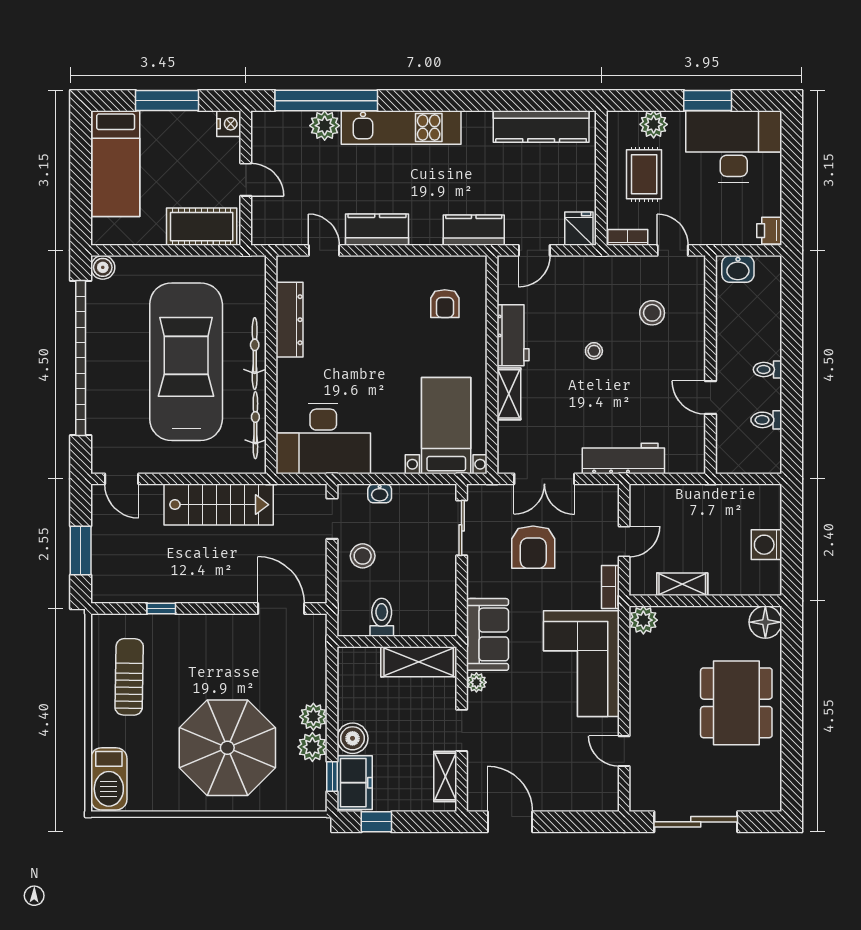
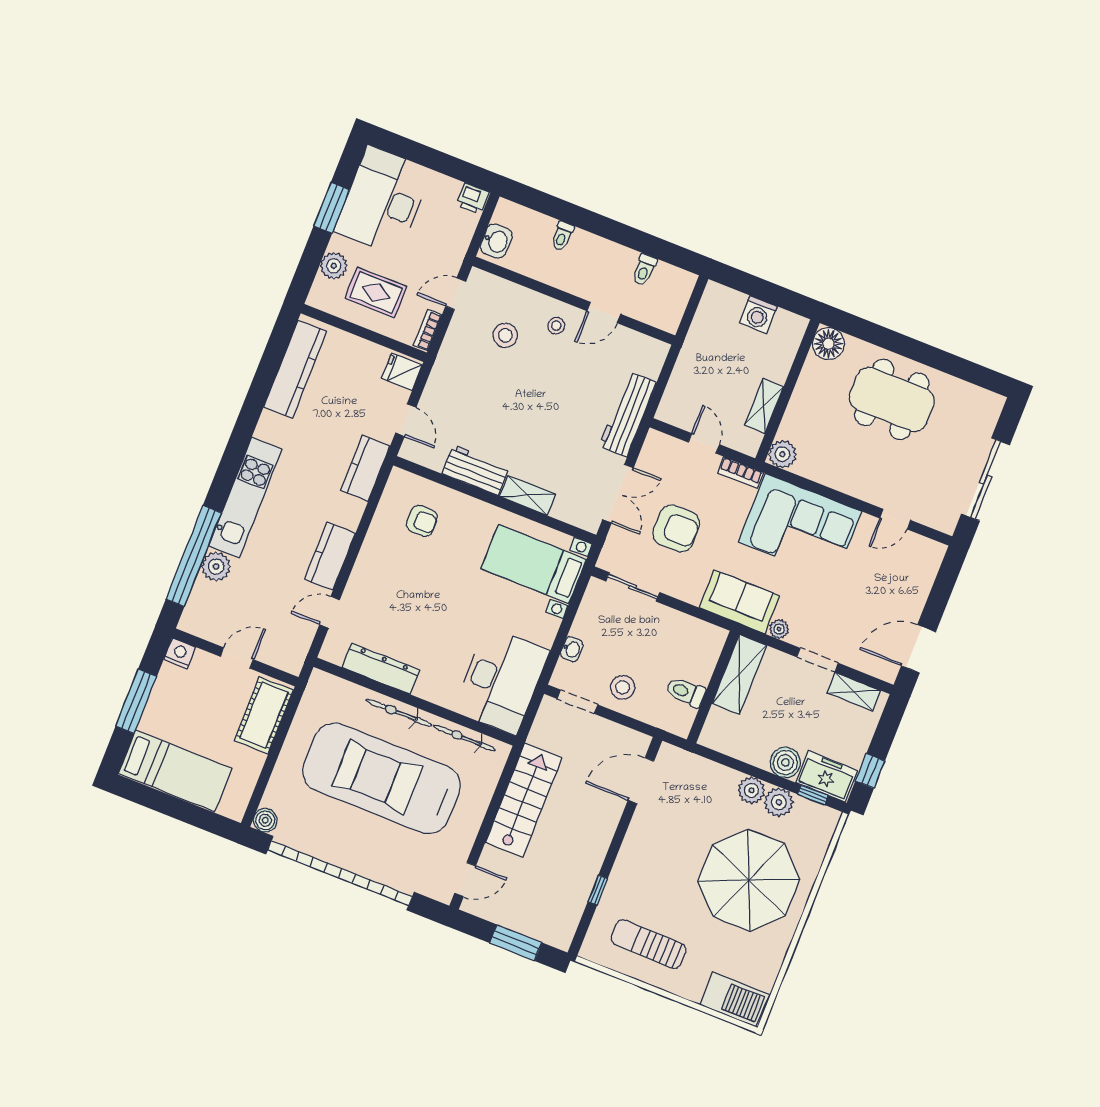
stool: (594, 351) -> (556, 326), moved
toilet: (767, 369) -> (562, 236), moved

